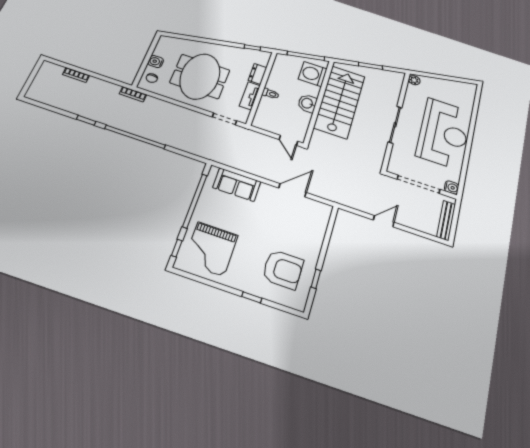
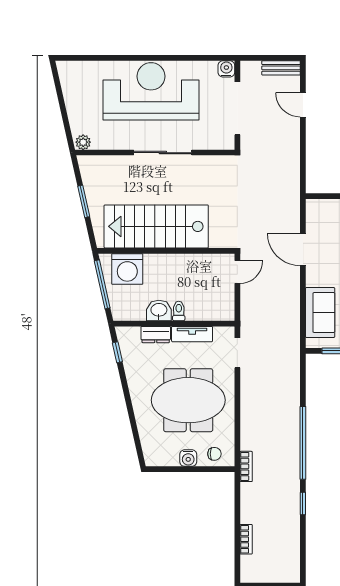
washbasin: (307, 103) -> (159, 310), moved, turned 180
bench: (446, 220) -> (281, 68), width x0.73
door: (384, 221) -> (303, 105), moved

